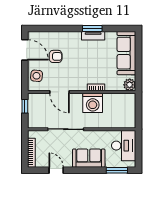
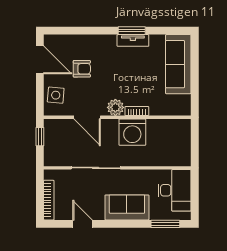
plant: (130, 85) -> (115, 107), moved

